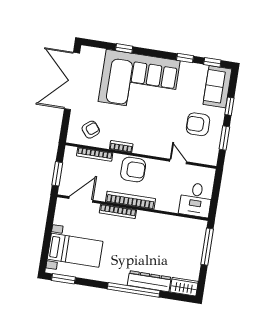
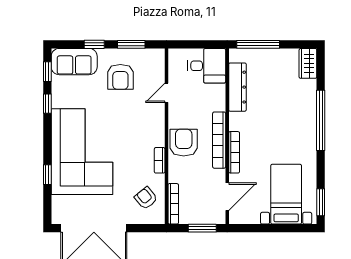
bookcase: (95, 154) -> (173, 204), moved
door: (81, 199) -> (227, 197), swing flipped
dresser: (149, 281) -> (237, 87), moved, turned 180

